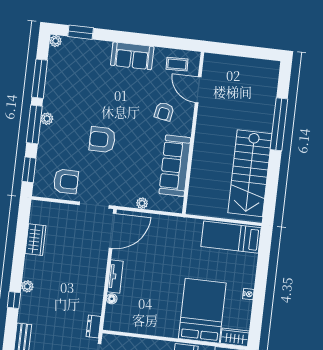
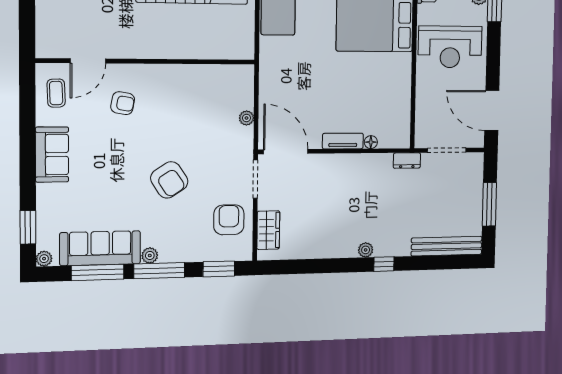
armchair: (102, 140) -> (169, 180), turned -33
sofa: (175, 166) -> (100, 248), moved, turned 180
wardrobe: (36, 240) -> (268, 230), moved, turned 90

